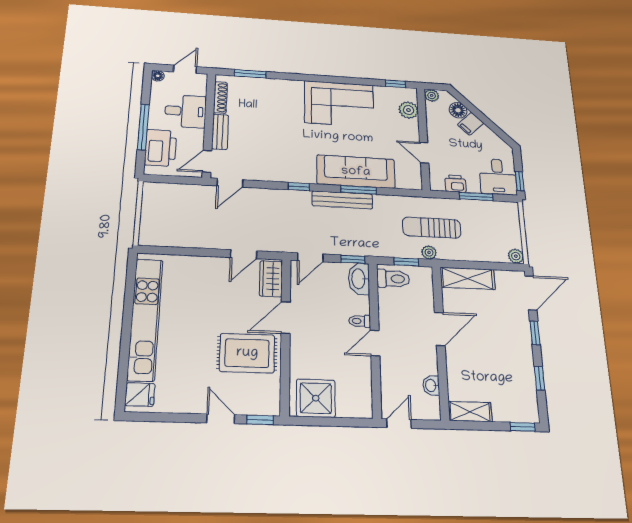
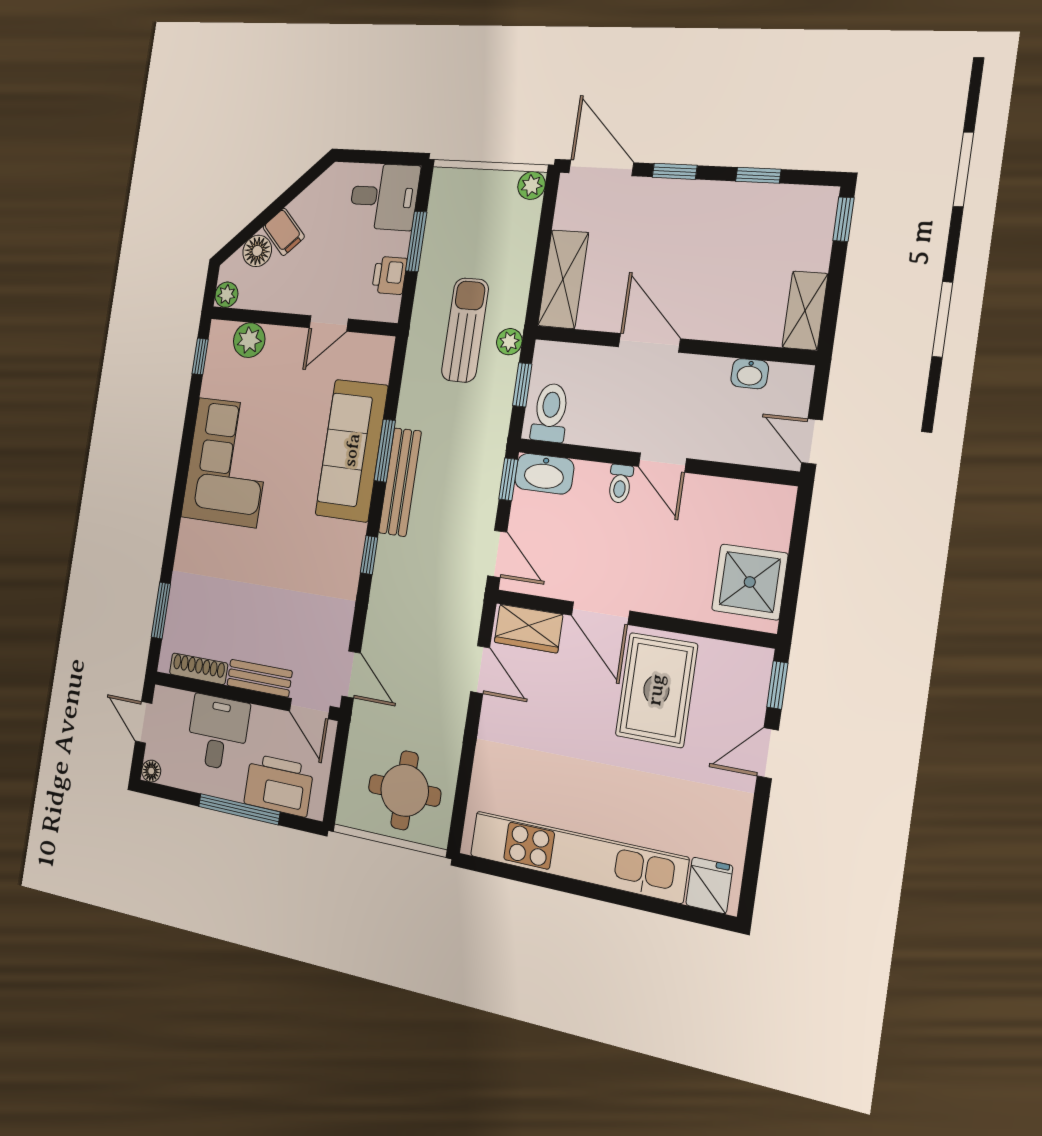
window: (520, 181) -> (396, 158), removed
round table: (168, 219) -> (405, 790), added
sun lounger: (432, 228) -> (465, 330), turned 180

